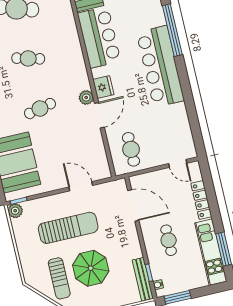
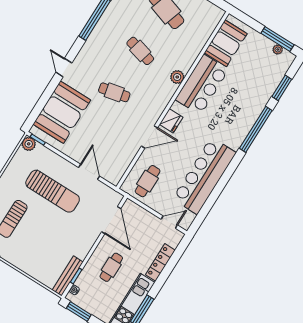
bar counter: (160, 66) -> (204, 176), moved
plant: (86, 97) -> (177, 77), moved
door: (178, 163) -> (169, 222), swing flipped
parasol: (91, 268) -> (40, 233), removed

